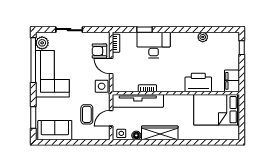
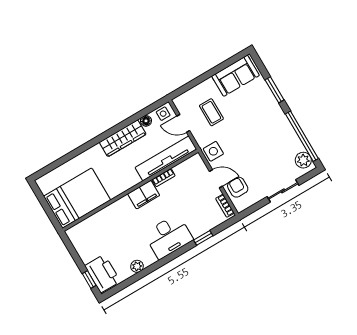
desk: (154, 45) -> (168, 236), moved
armchair: (99, 51) -> (238, 187), turned -90
corner sofa: (52, 74) -> (273, 134), removed
filing cabinet: (232, 81) -> (144, 195), moved, turned 90
printer: (198, 82) -> (103, 274), moved, turned -90
window: (33, 118) -> (275, 90), moved
door: (111, 118) -> (183, 123), swing flipped

